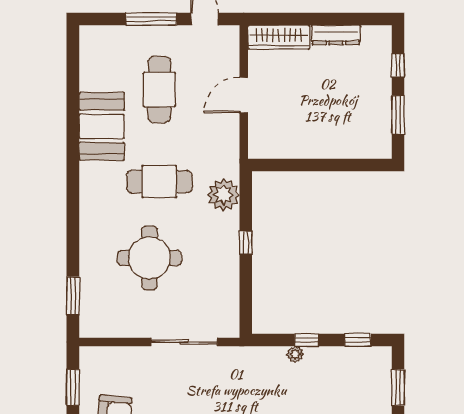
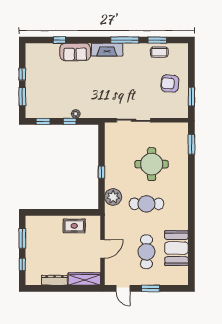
window: (151, 19) -> (151, 288), width x0.69
booth: (102, 126) -> (176, 248), moved
rug: (298, 139) -> (74, 226), added

